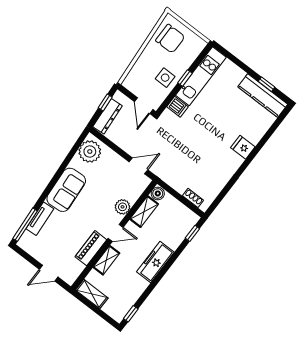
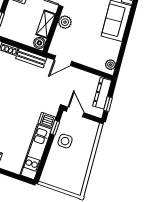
chair: (170, 39) -> (71, 175), removed
window: (185, 78) -> (55, 128), moved
plant: (90, 151) -> (110, 65), width x0.53, depth x0.53
bench: (172, 180) -> (31, 58), added

